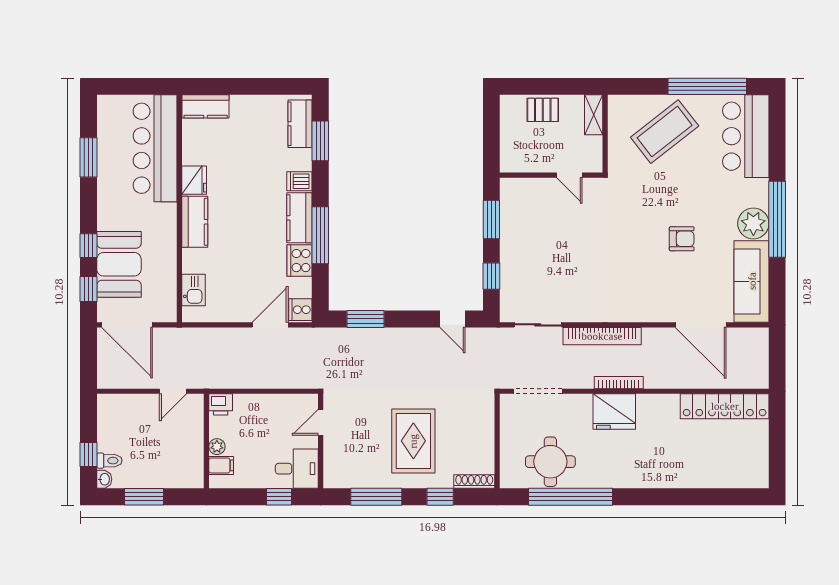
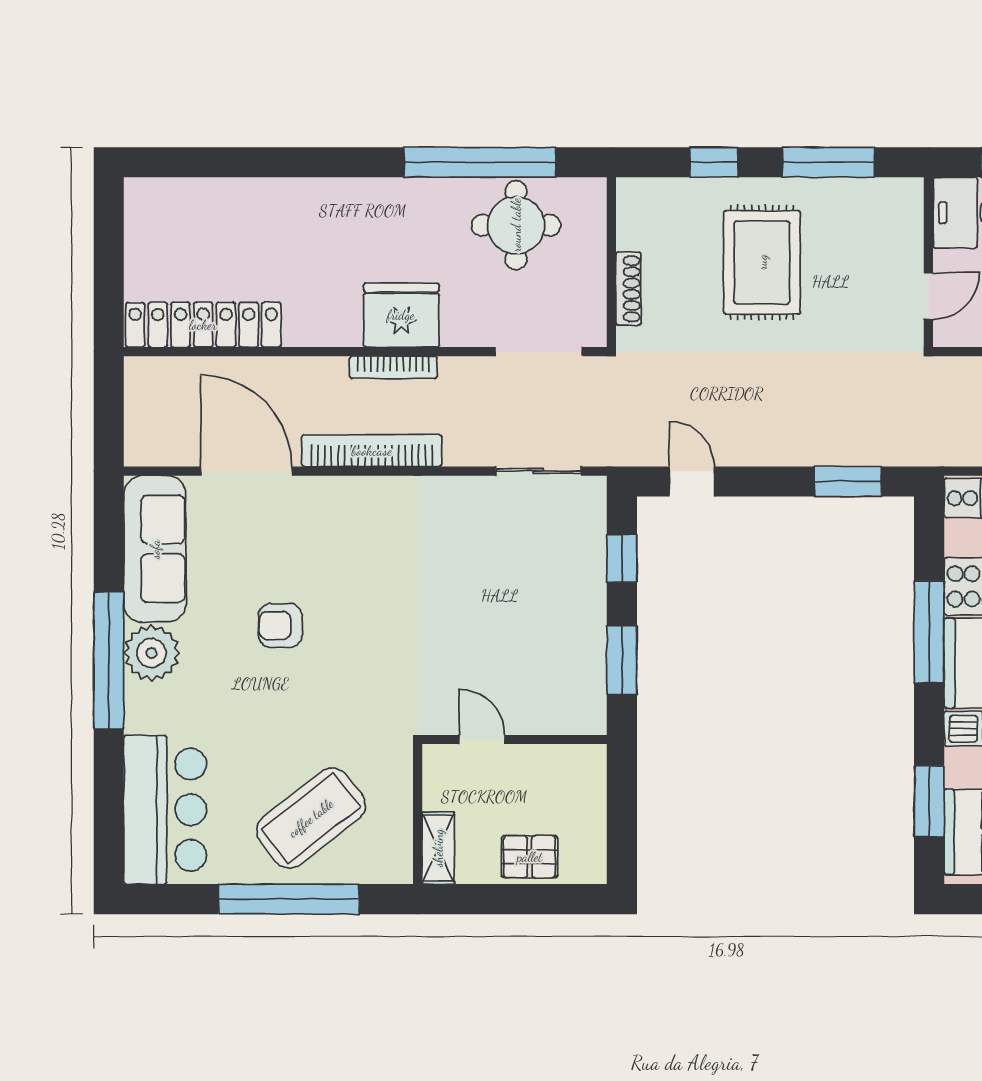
window: (707, 86) -> (289, 899), moved
bookcase: (602, 336) -> (372, 451), moved
shoe rack: (474, 481) -> (628, 289), moved, turned -90

